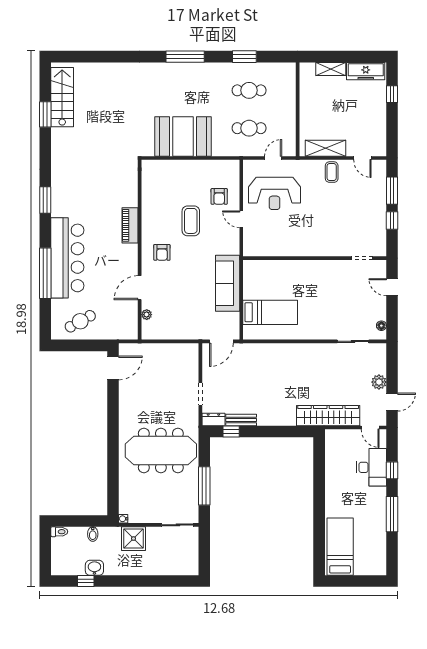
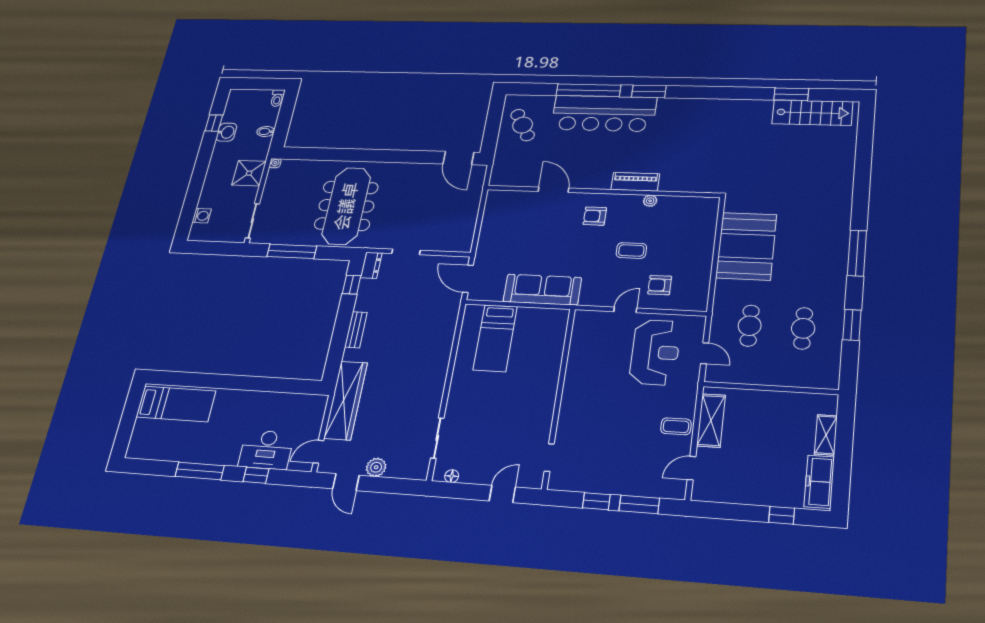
reception desk: (275, 193) -> (655, 352), turned 180
window: (45, 200) -> (649, 91), moved
coffee table: (191, 221) -> (631, 251), width x0.73, depth x0.77
plant: (147, 315) -> (650, 201), moved
bench: (241, 420) -> (356, 330), moved
washing machine: (175, 569) -> (202, 216), added

